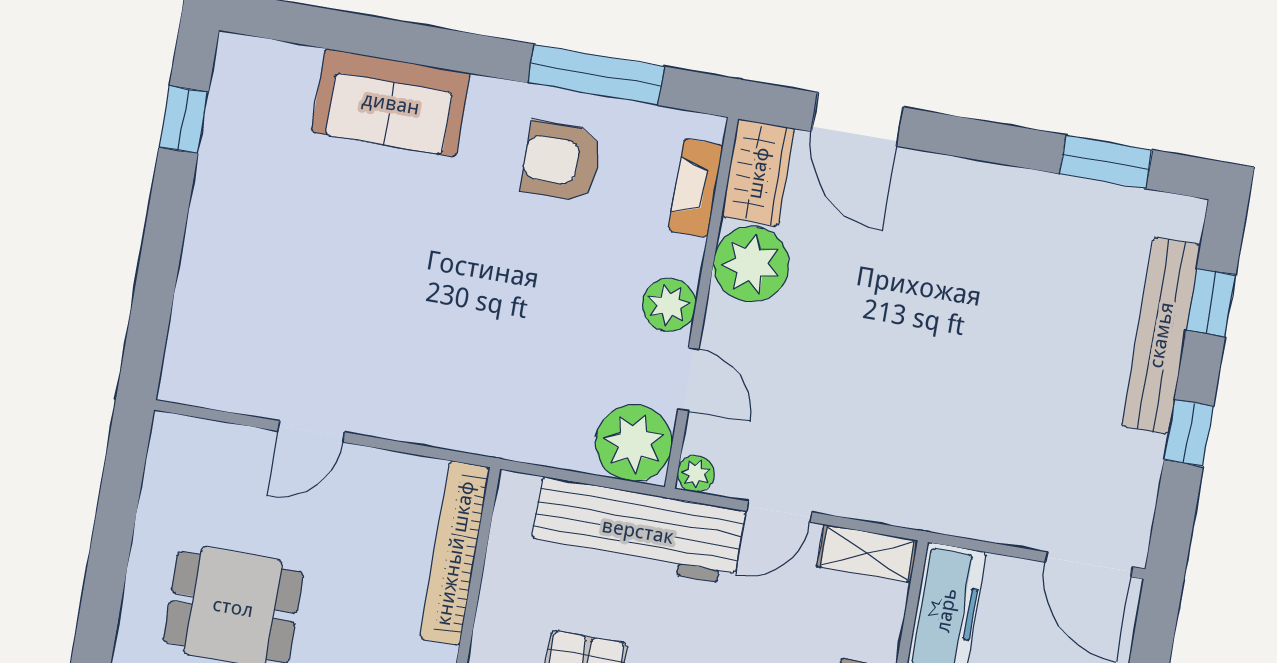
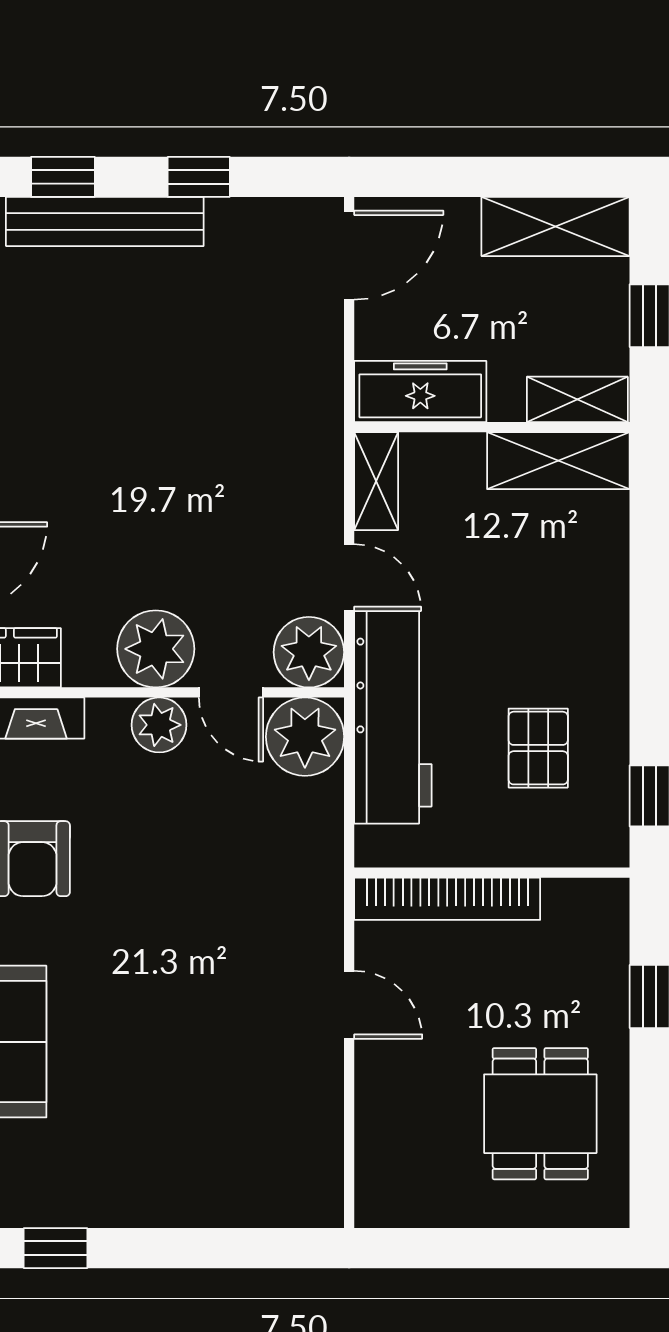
plant: (751, 264) -> (156, 649), moved
door: (688, 379) -> (231, 692), swing flipped
door: (311, 432) -> (349, 1005), moved
plant: (696, 474) -> (309, 652), width x1.87, depth x1.87

